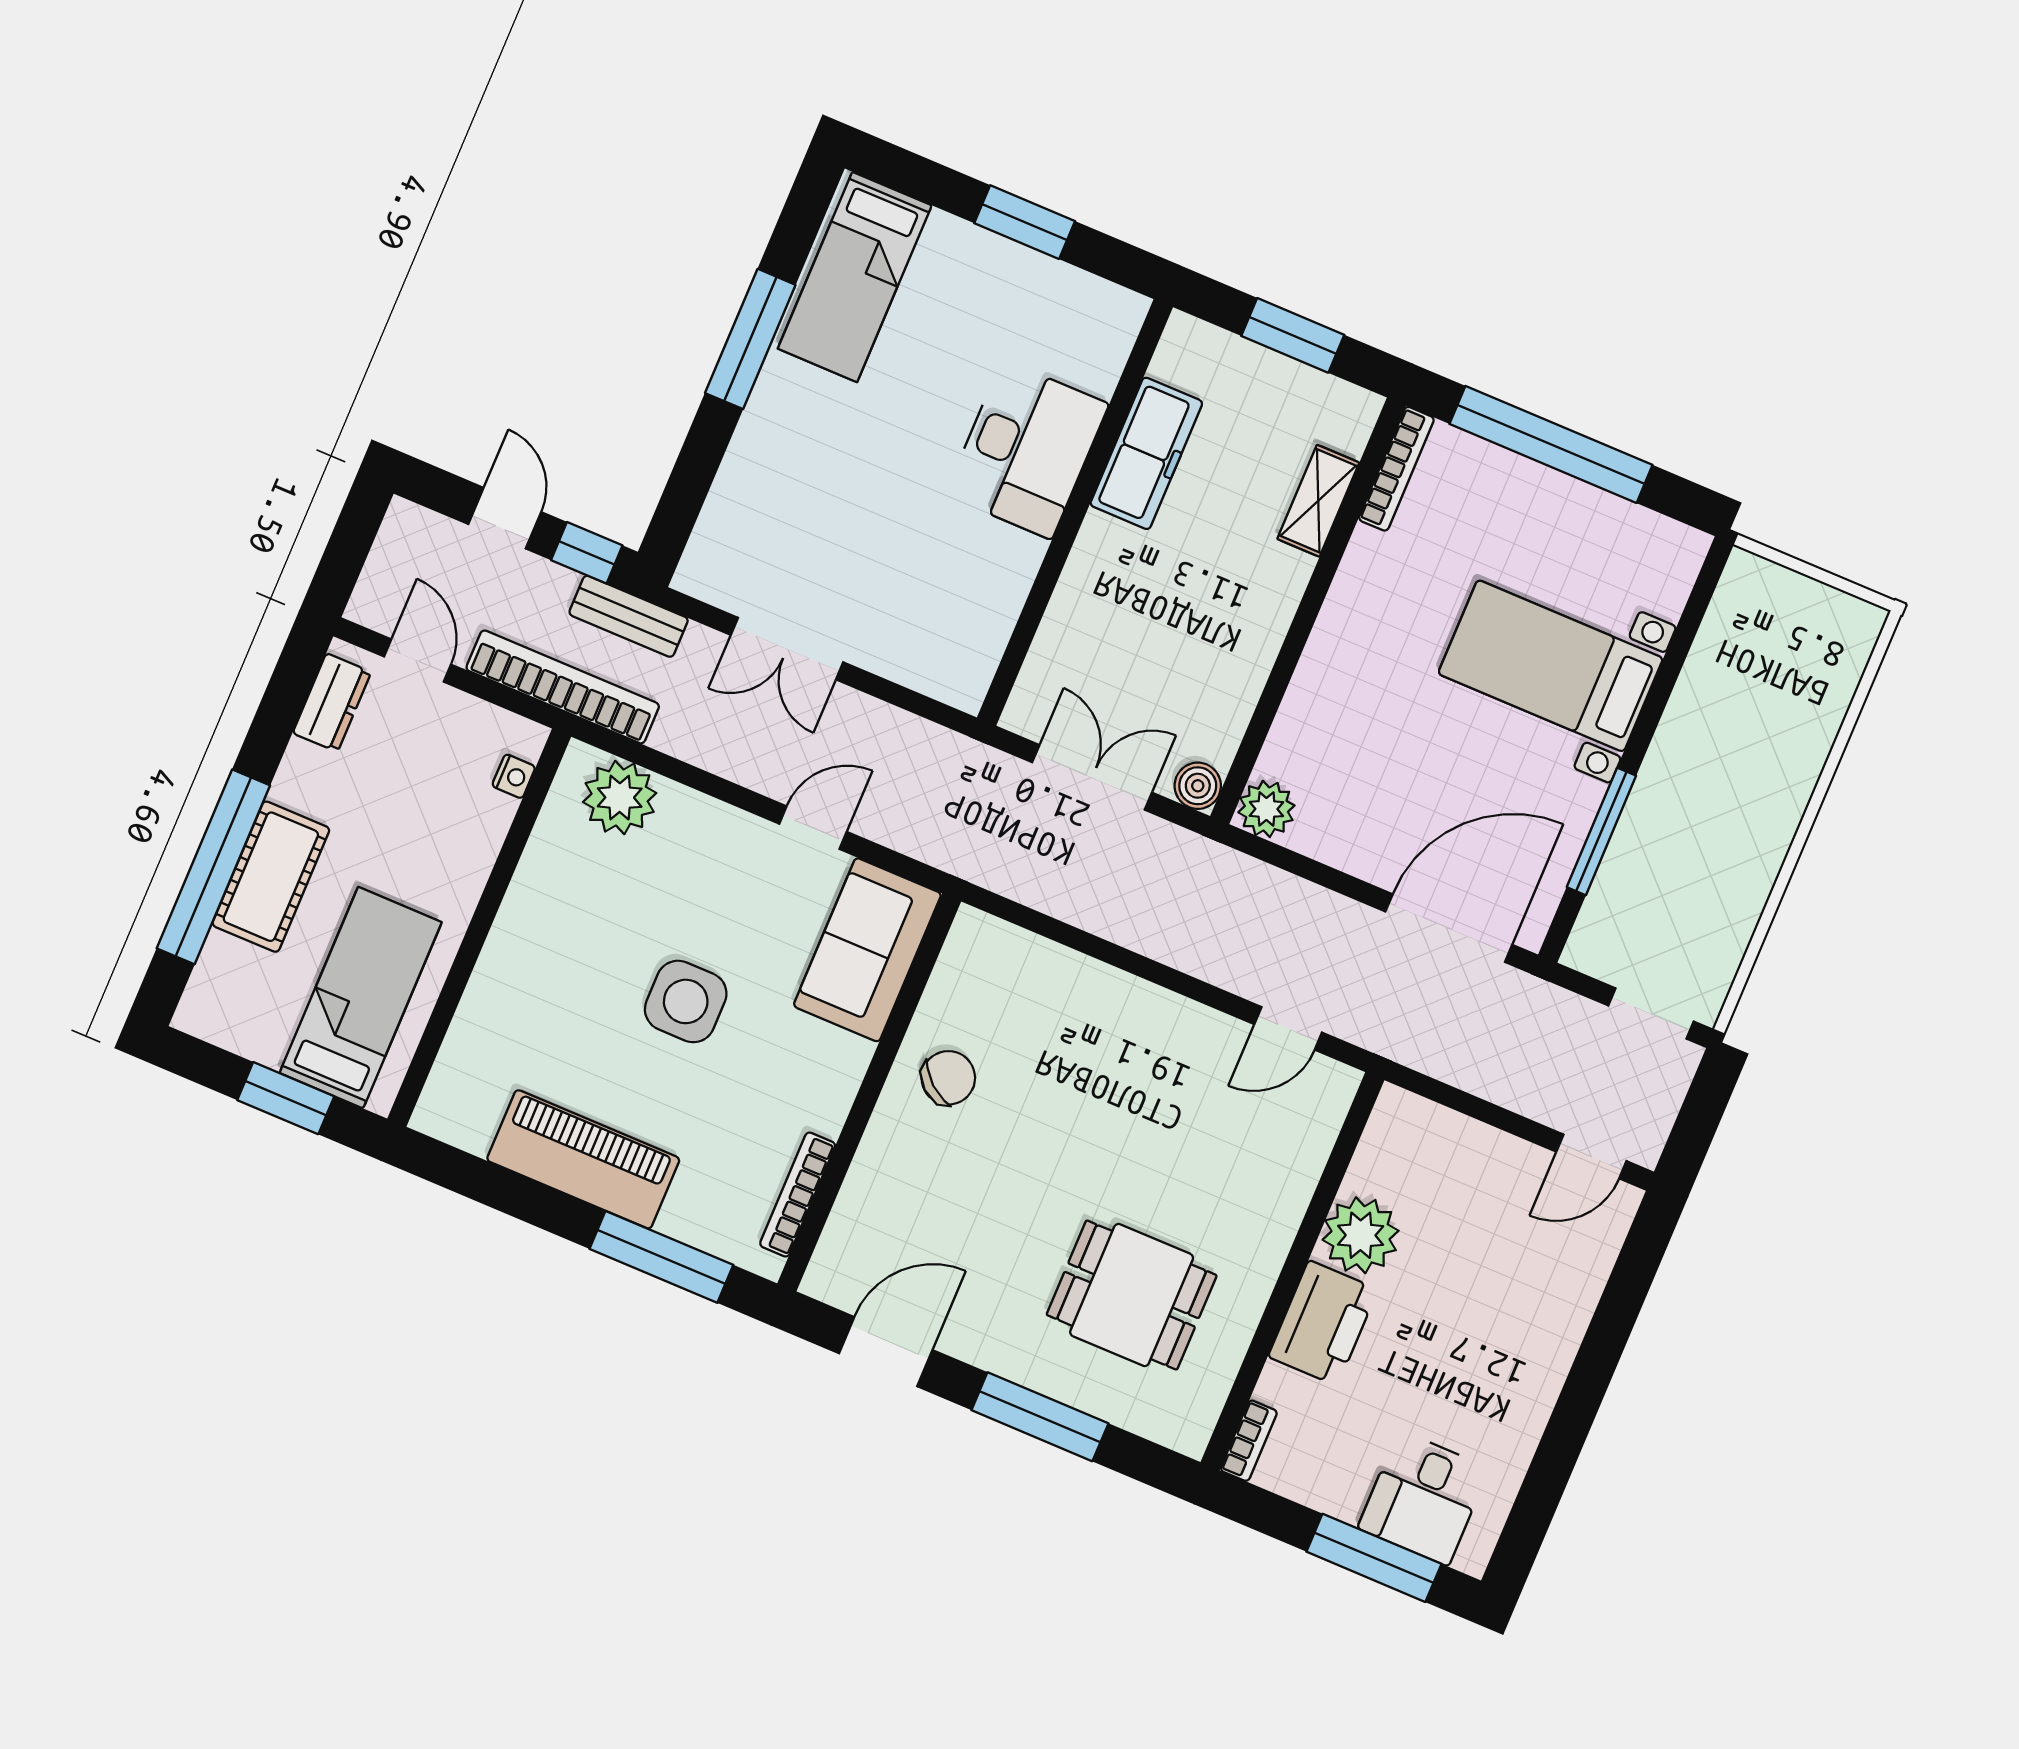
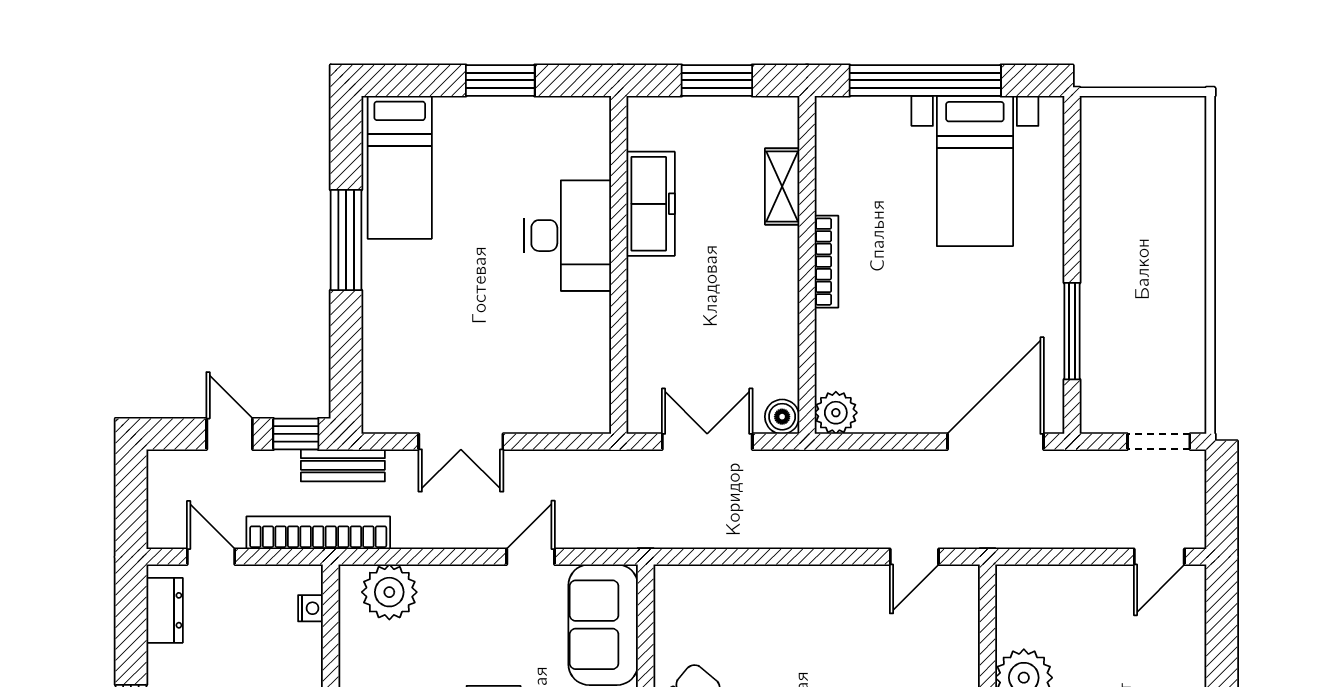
bookcase: (1396, 469) -> (826, 262), moved
bed with nightstands: (1551, 666) -> (975, 171), moved, turned -90

